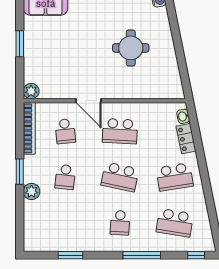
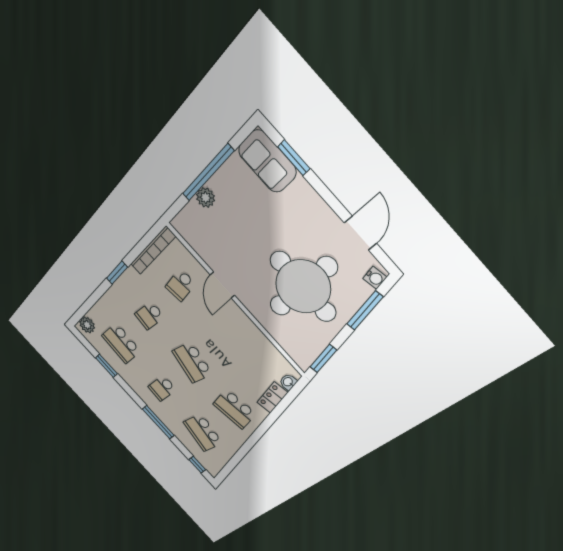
window: (174, 23) -> (365, 311), added
window: (20, 44) -> (208, 173), width x2.11
round table: (131, 48) -> (303, 287), width x1.86, depth x1.86
window: (184, 77) -> (323, 358), added
plant: (31, 91) -> (206, 198), moved
school desk: (120, 131) -> (121, 343), moved
plant: (31, 191) -> (87, 325), moved

